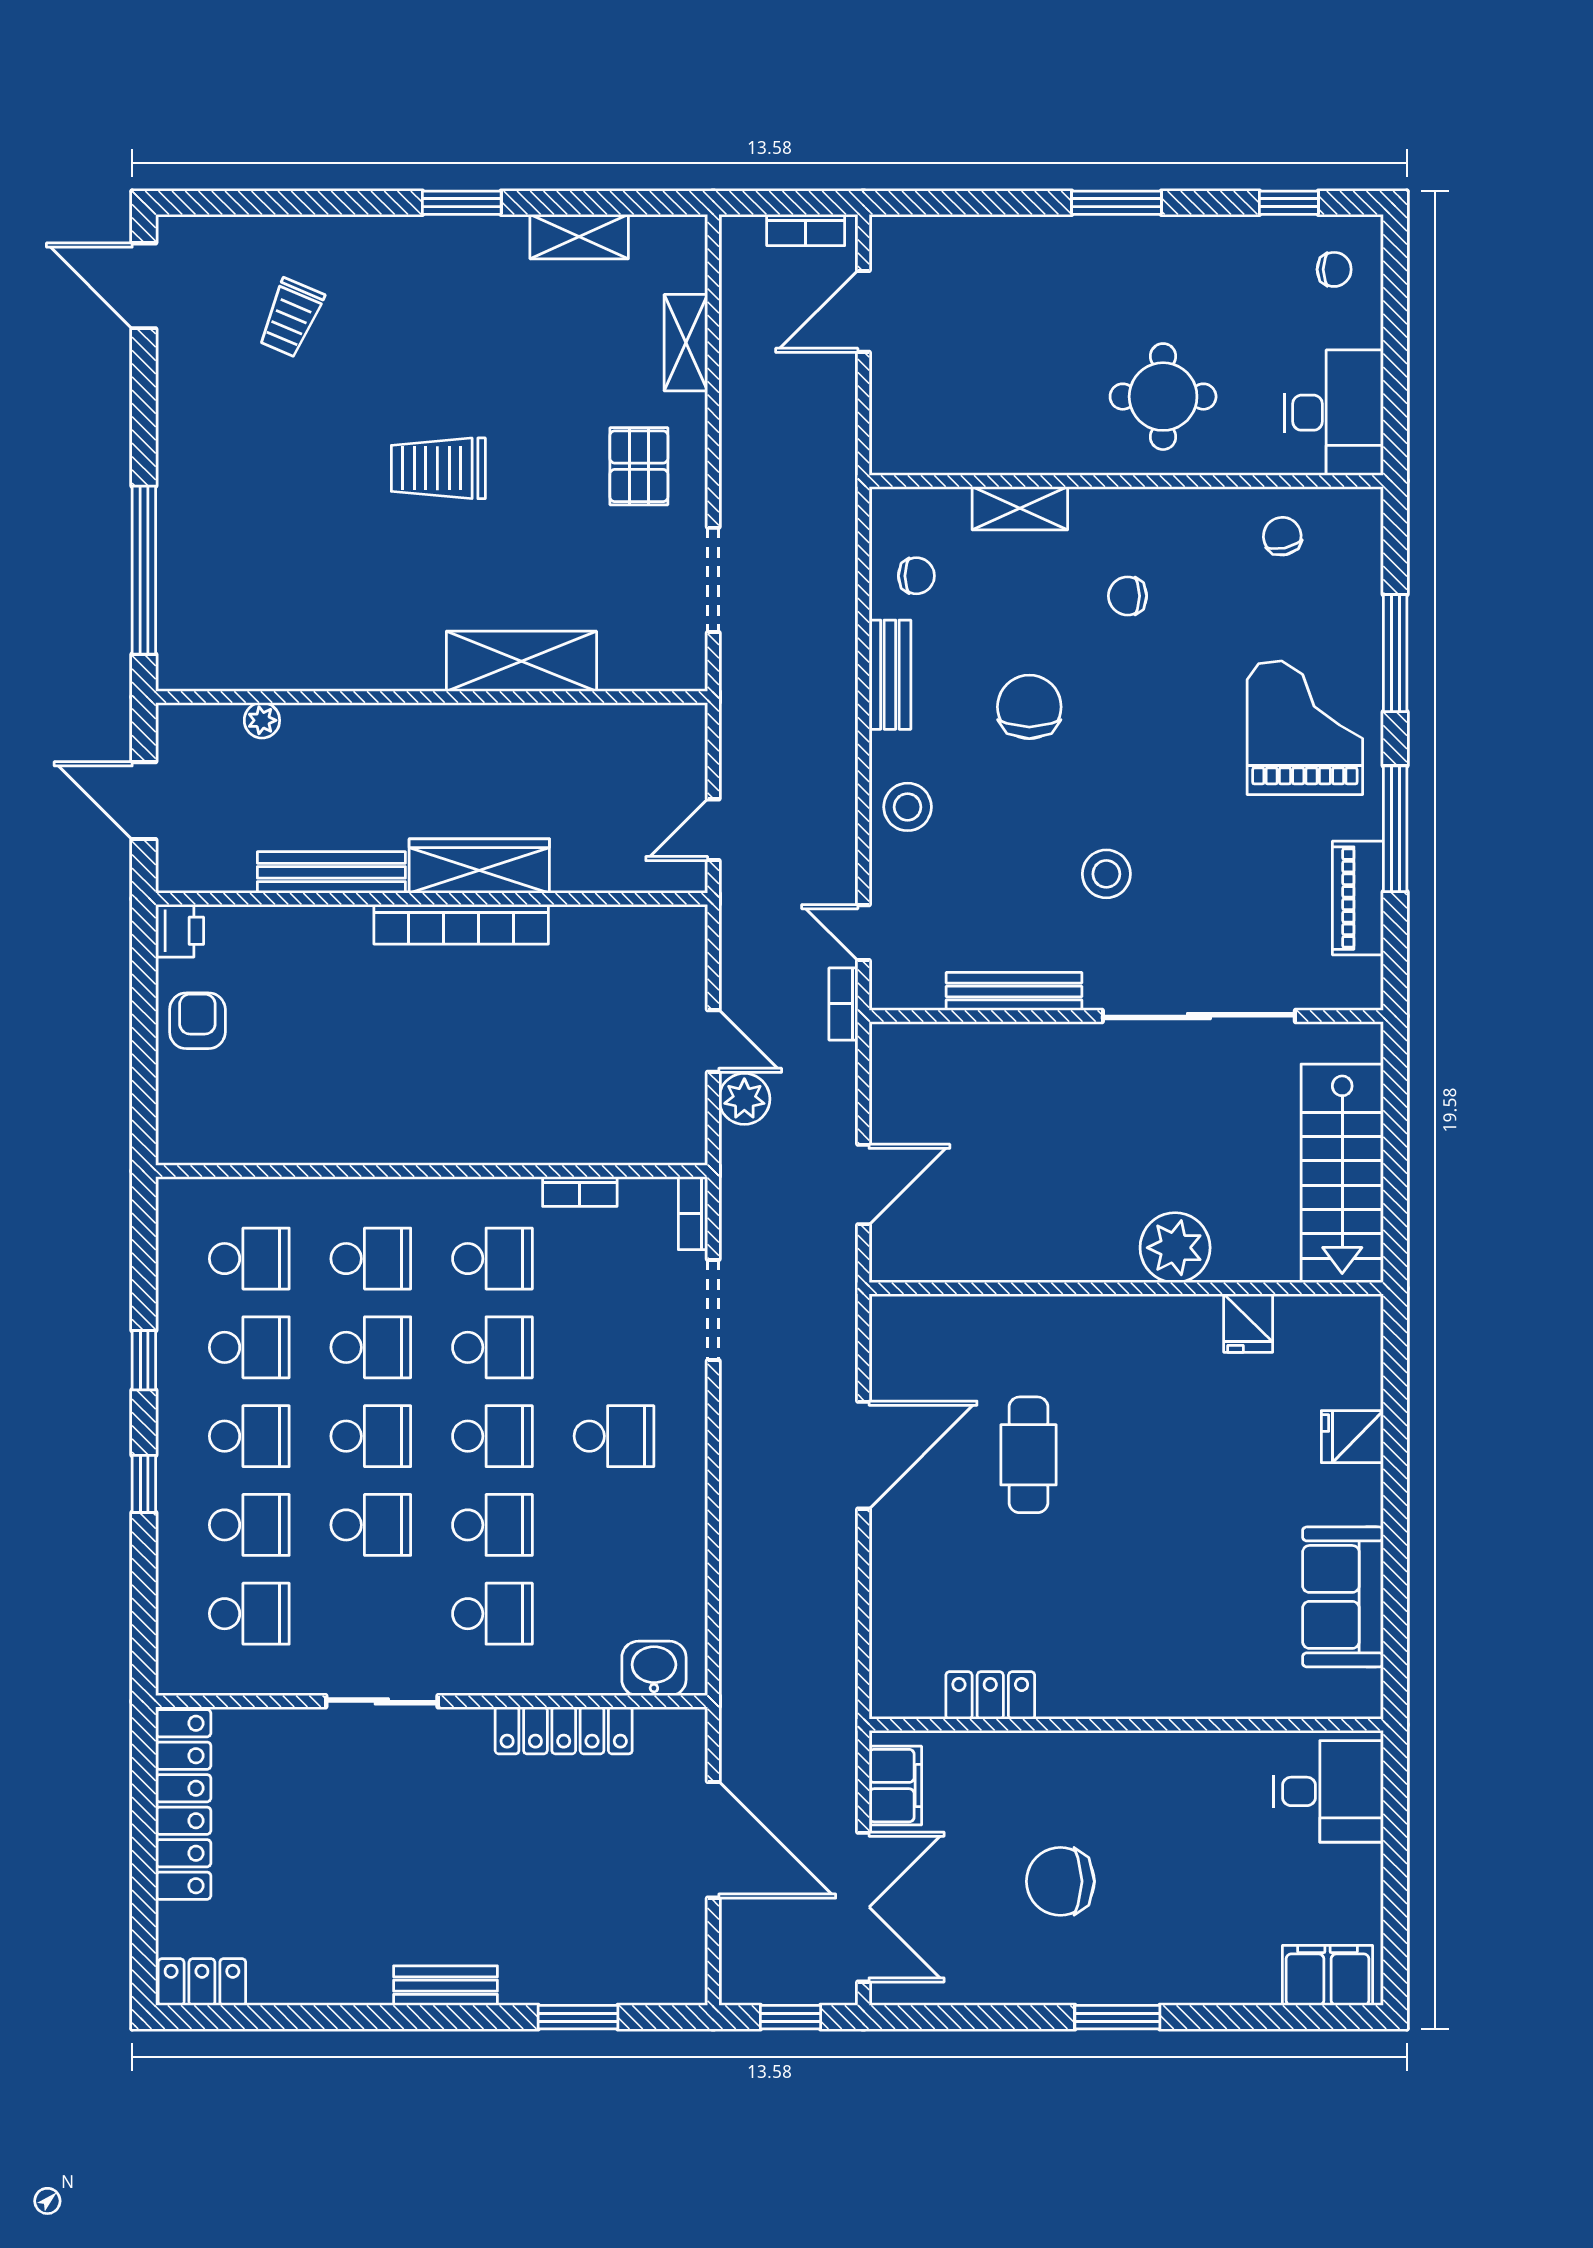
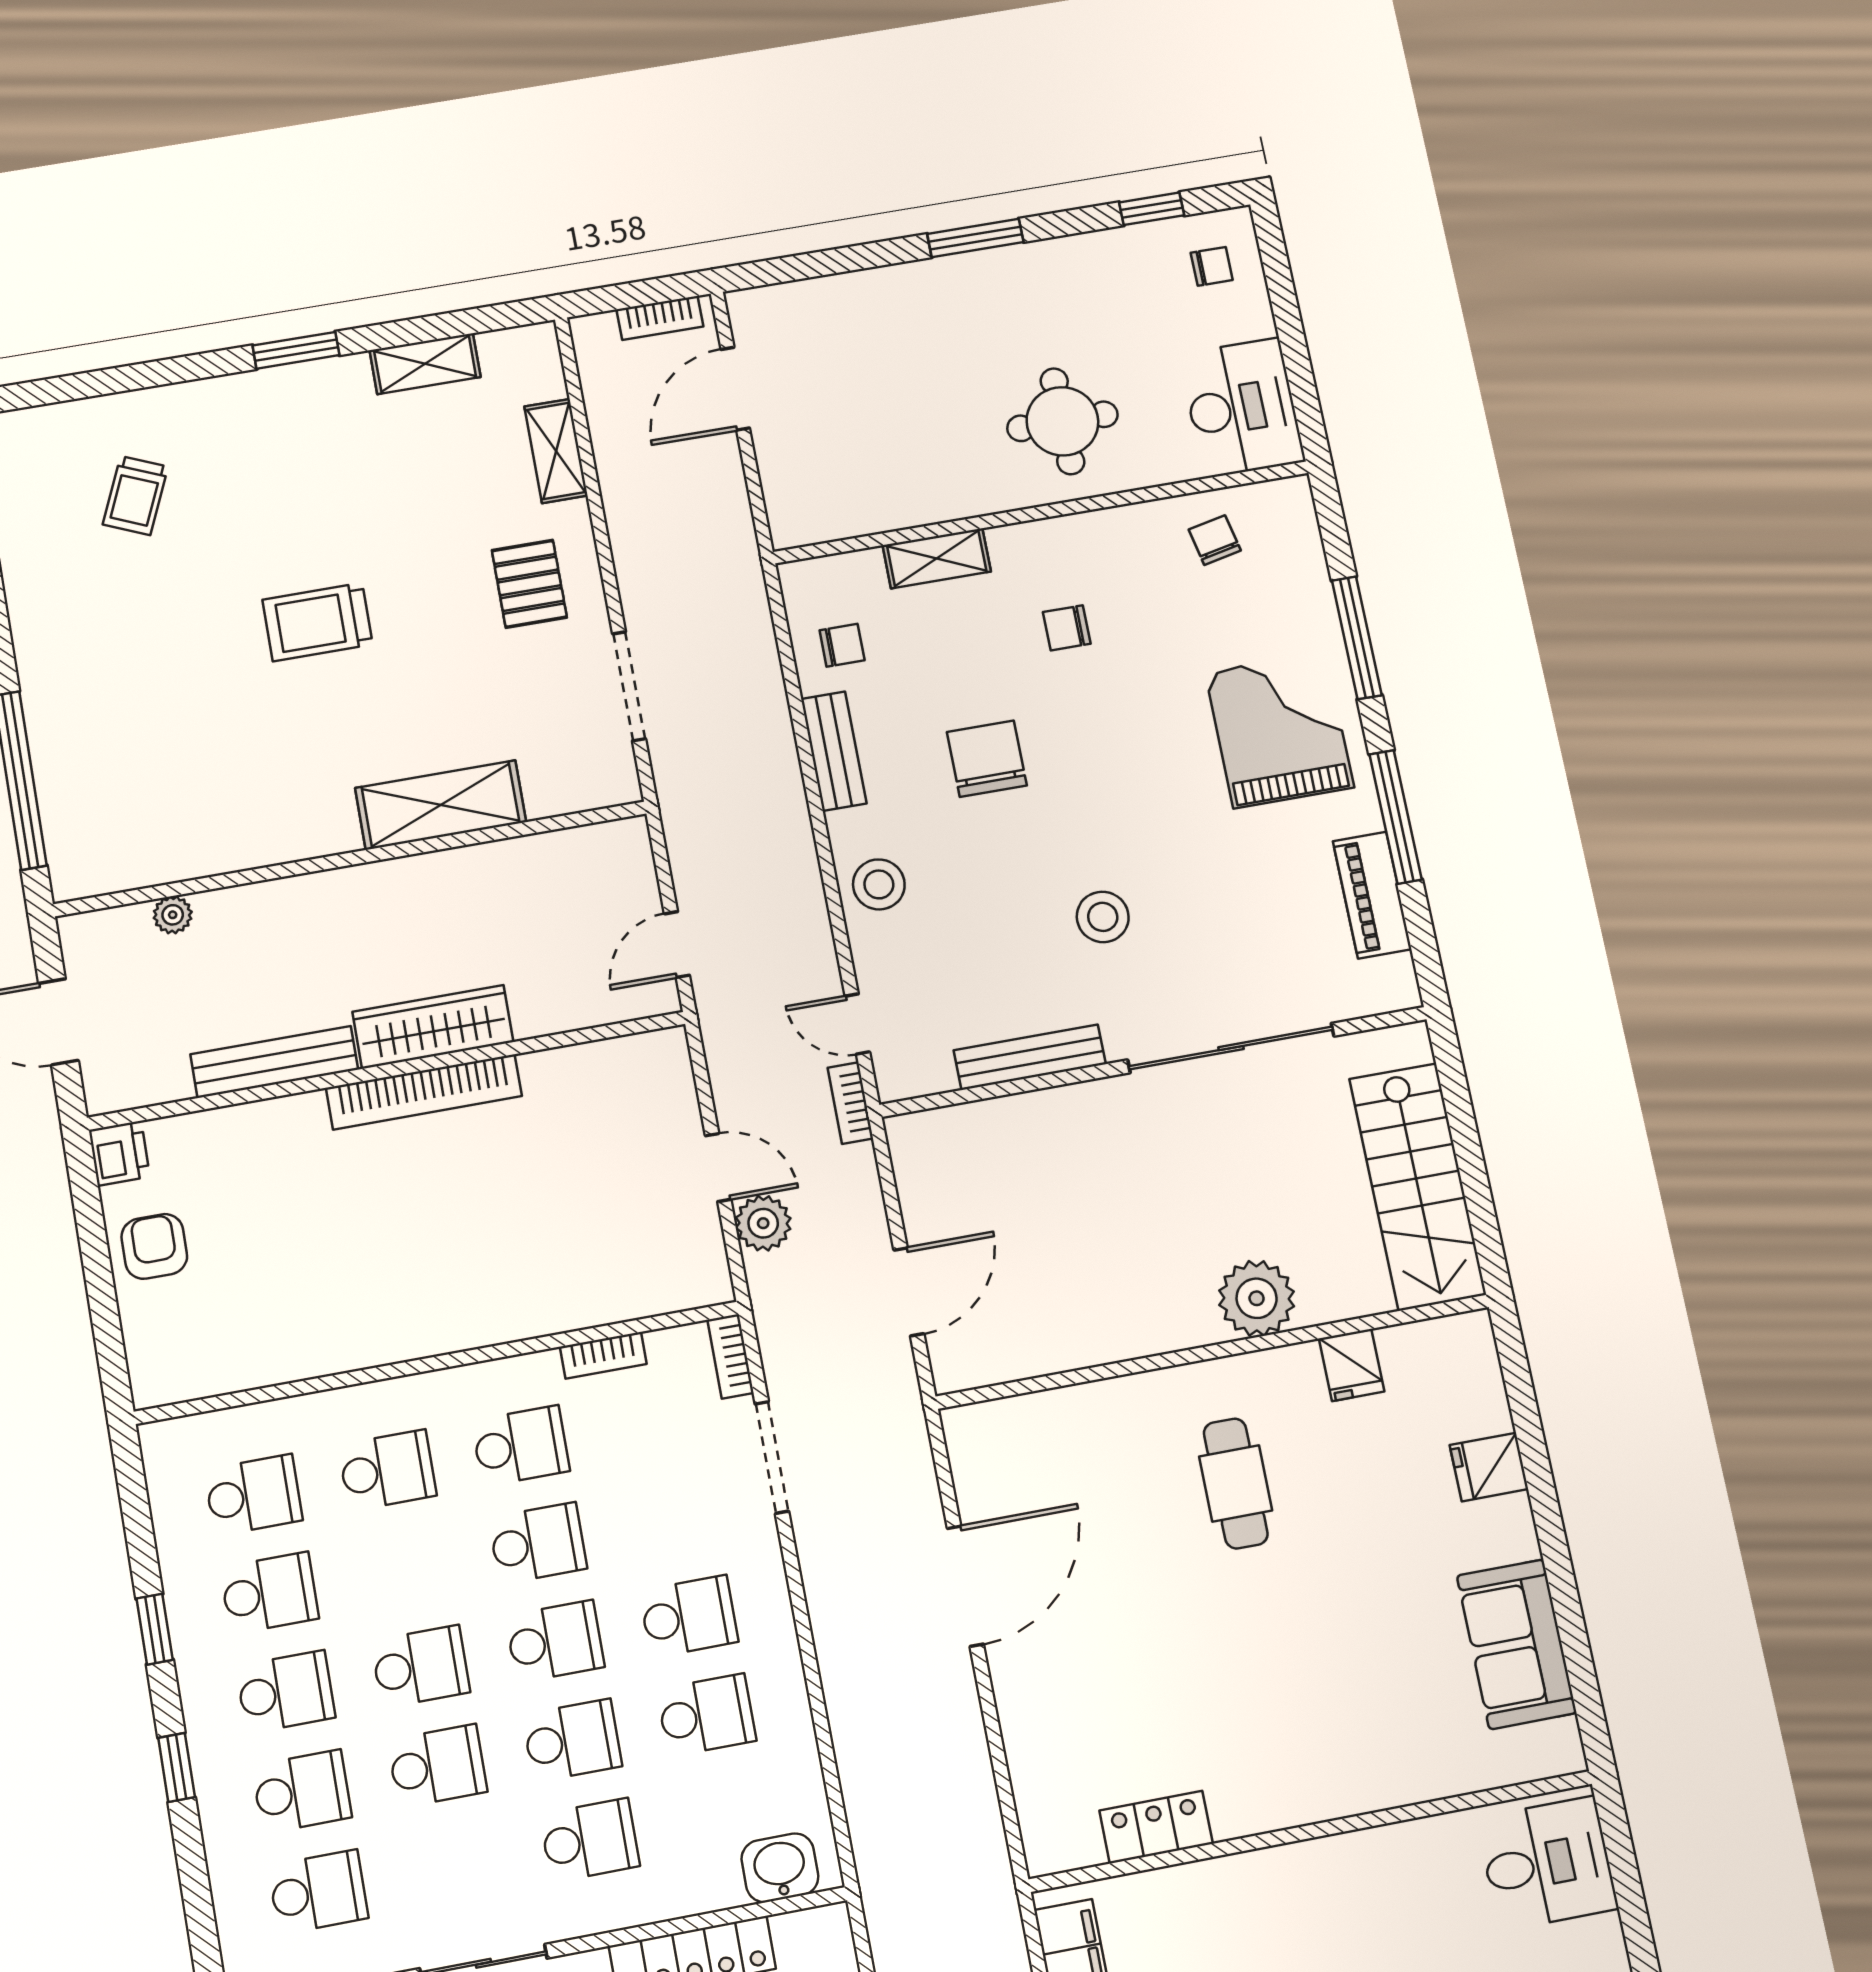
school desk: (371, 1347) -> (706, 1715), moved
cafe table: (1029, 1455) -> (1236, 1483), moved

